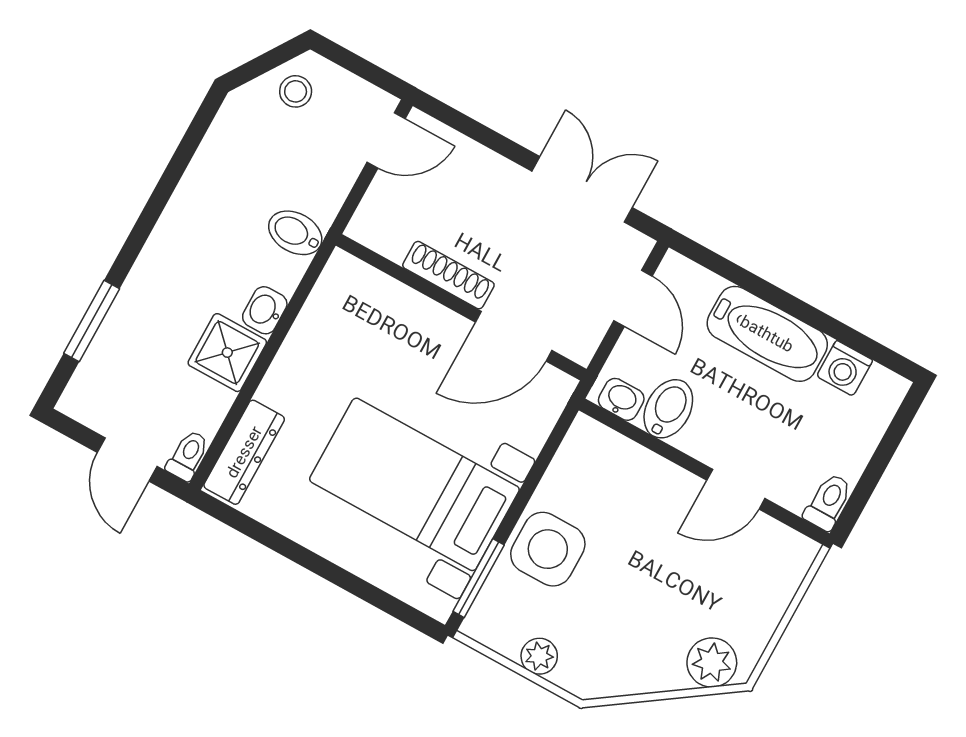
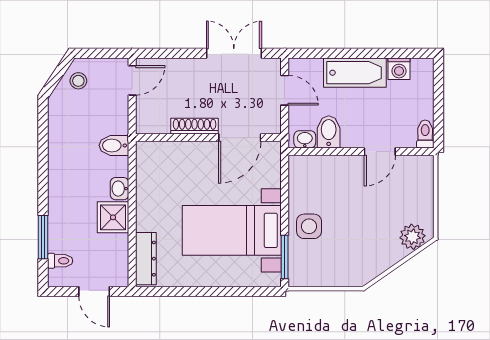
toilet: (188, 455) -> (60, 261), moved, turned 90
side table: (548, 549) -> (309, 226), width x0.73, depth x0.73
plant: (539, 656) -> (332, 277), removed

